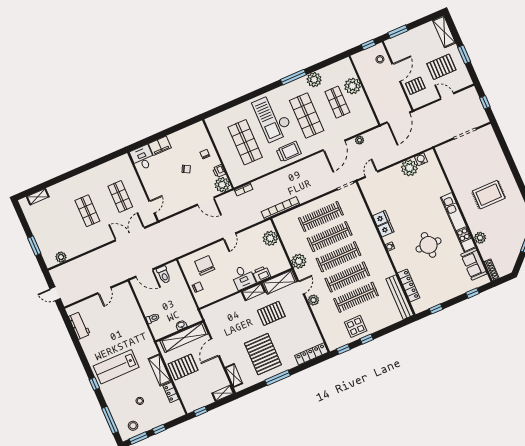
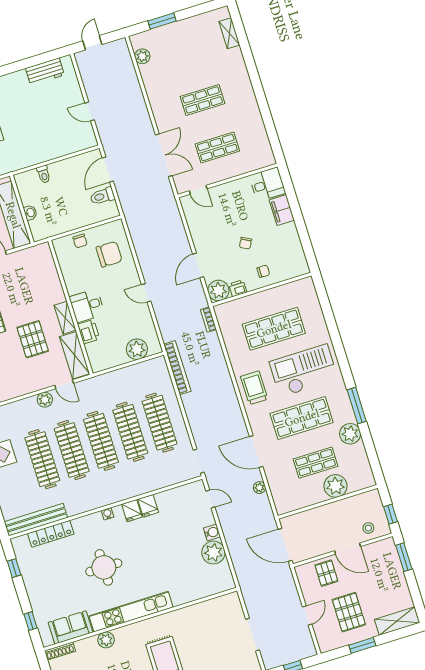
trolley: (289, 152) -> (254, 388), turned 180
water cooler: (421, 159) -> (212, 532), moved
plant: (299, 261) -> (101, 385), removed

